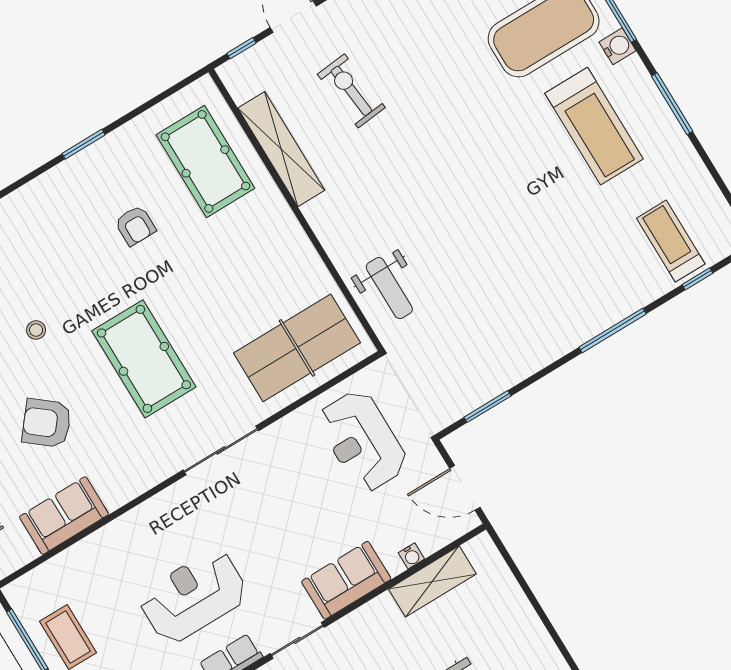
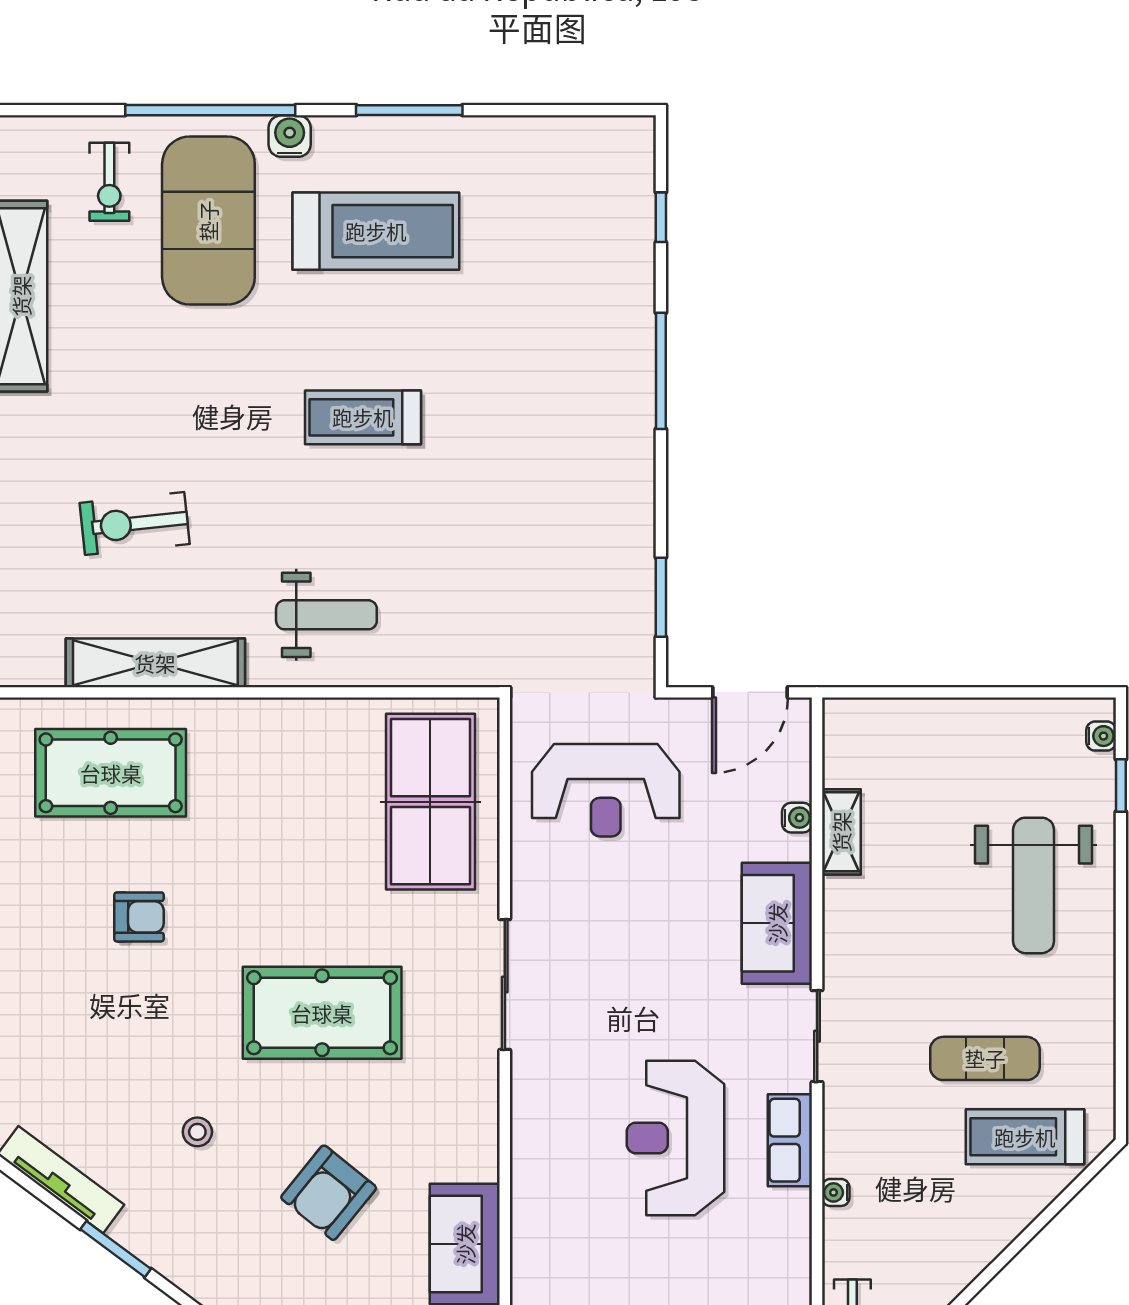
treadmill: (671, 241) -> (363, 417), moved
weight bench: (389, 288) -> (326, 615), moved
shelving: (432, 581) -> (841, 832), width x0.67, depth x0.75

